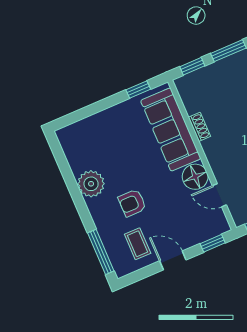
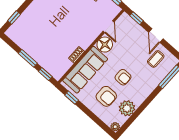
plant: (64, 135) -> (115, 127), added
armchair: (116, 143) -> (106, 96), added
plant: (91, 184) -> (127, 108), moved
armchair: (132, 203) -> (123, 77), moved

